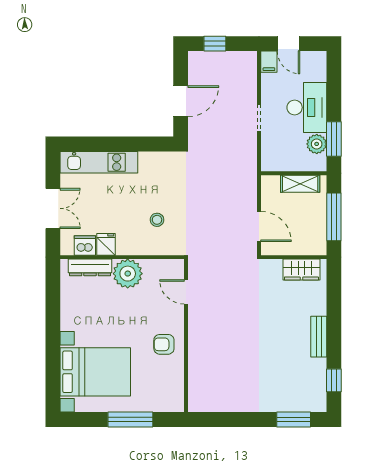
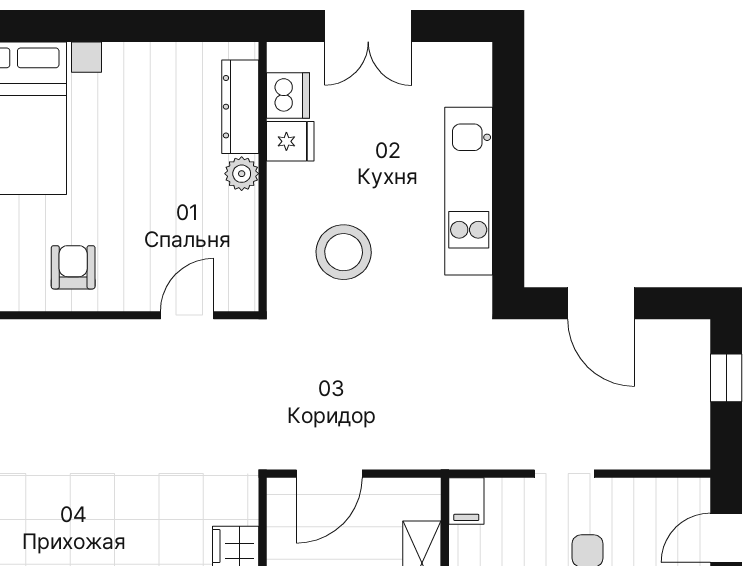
filing cabinet: (269, 62) -> (466, 501), moved, turned -90
kitchen unit: (99, 162) -> (469, 191), moved
stool: (157, 220) -> (344, 252), width x1.89, depth x1.89
plant: (128, 274) -> (242, 174), width x0.53, depth x0.53

